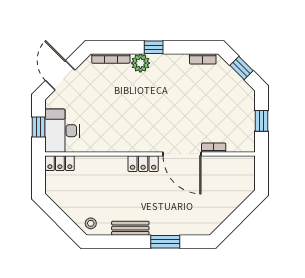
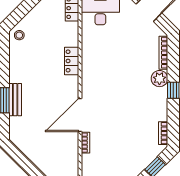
locker: (143, 164) -> (72, 61), moved
bench: (130, 228) -> (15, 100), moved

